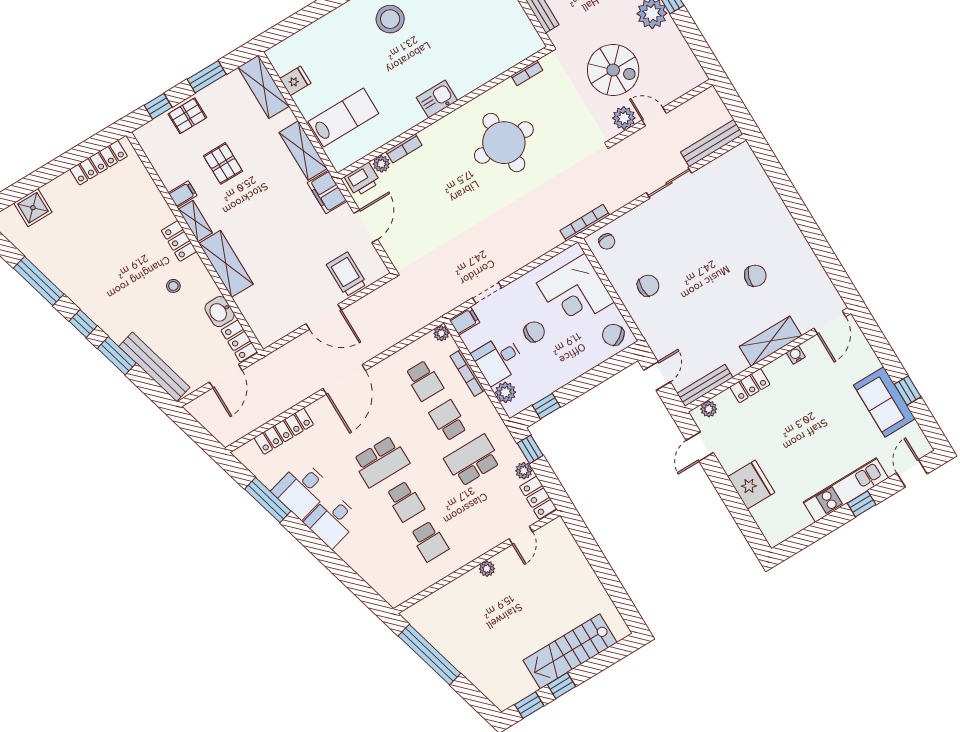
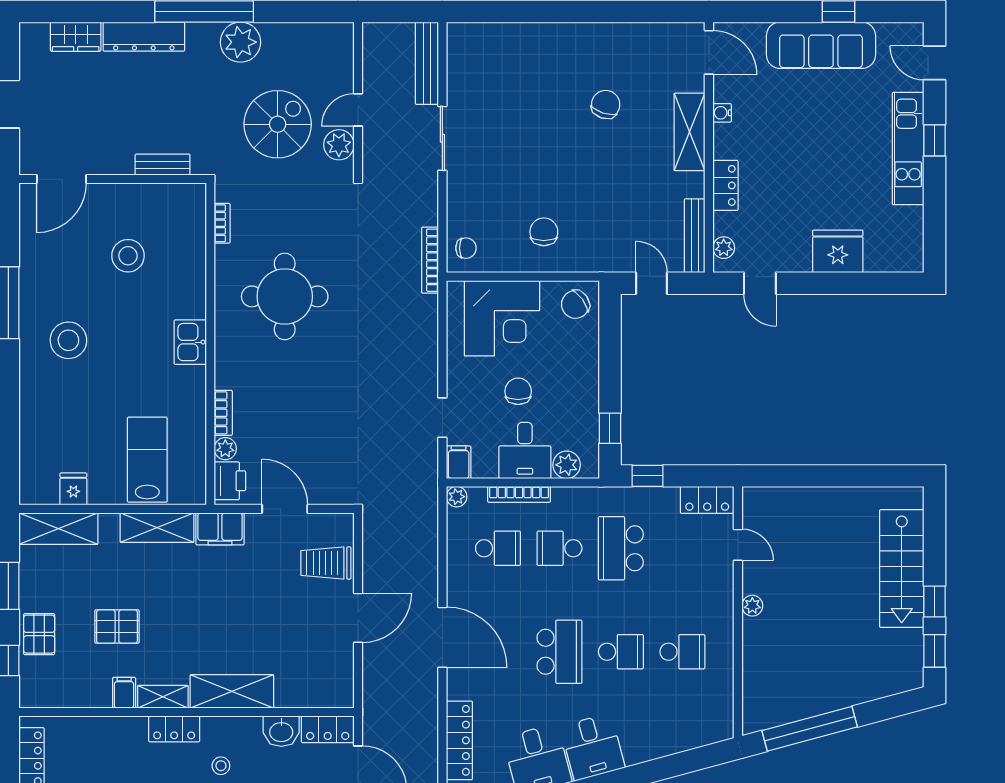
stool: (469, 24) -> (128, 256), added
sofa: (884, 402) -> (821, 45), width x1.36
plant: (524, 471) -> (667, 498), removed

